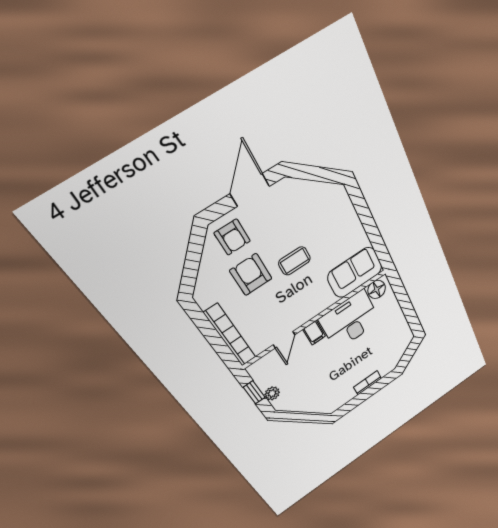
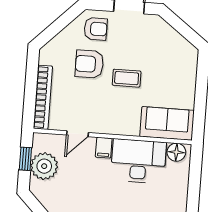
armchair: (232, 237) -> (96, 29), turned -90
armchair: (251, 275) -> (89, 64), turned -90
plant: (272, 393) -> (44, 166), width x1.88, depth x1.88

